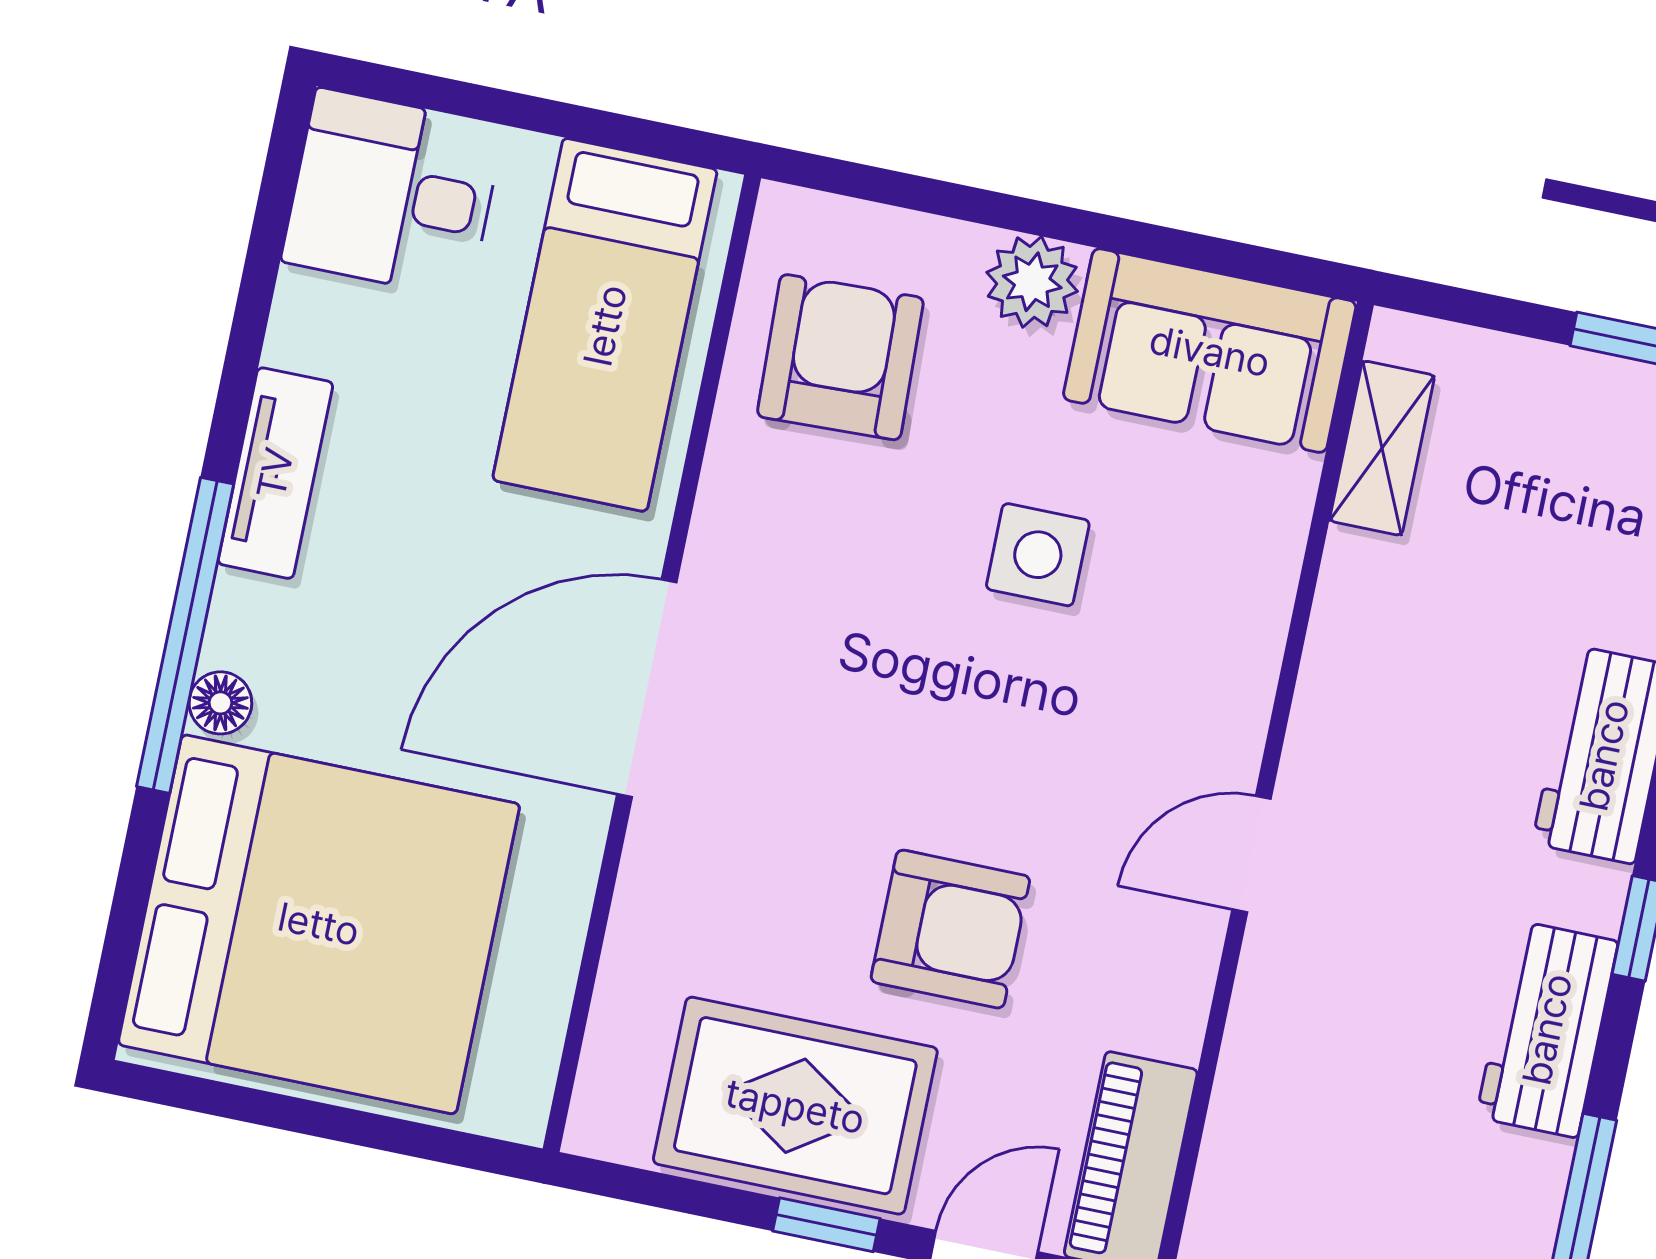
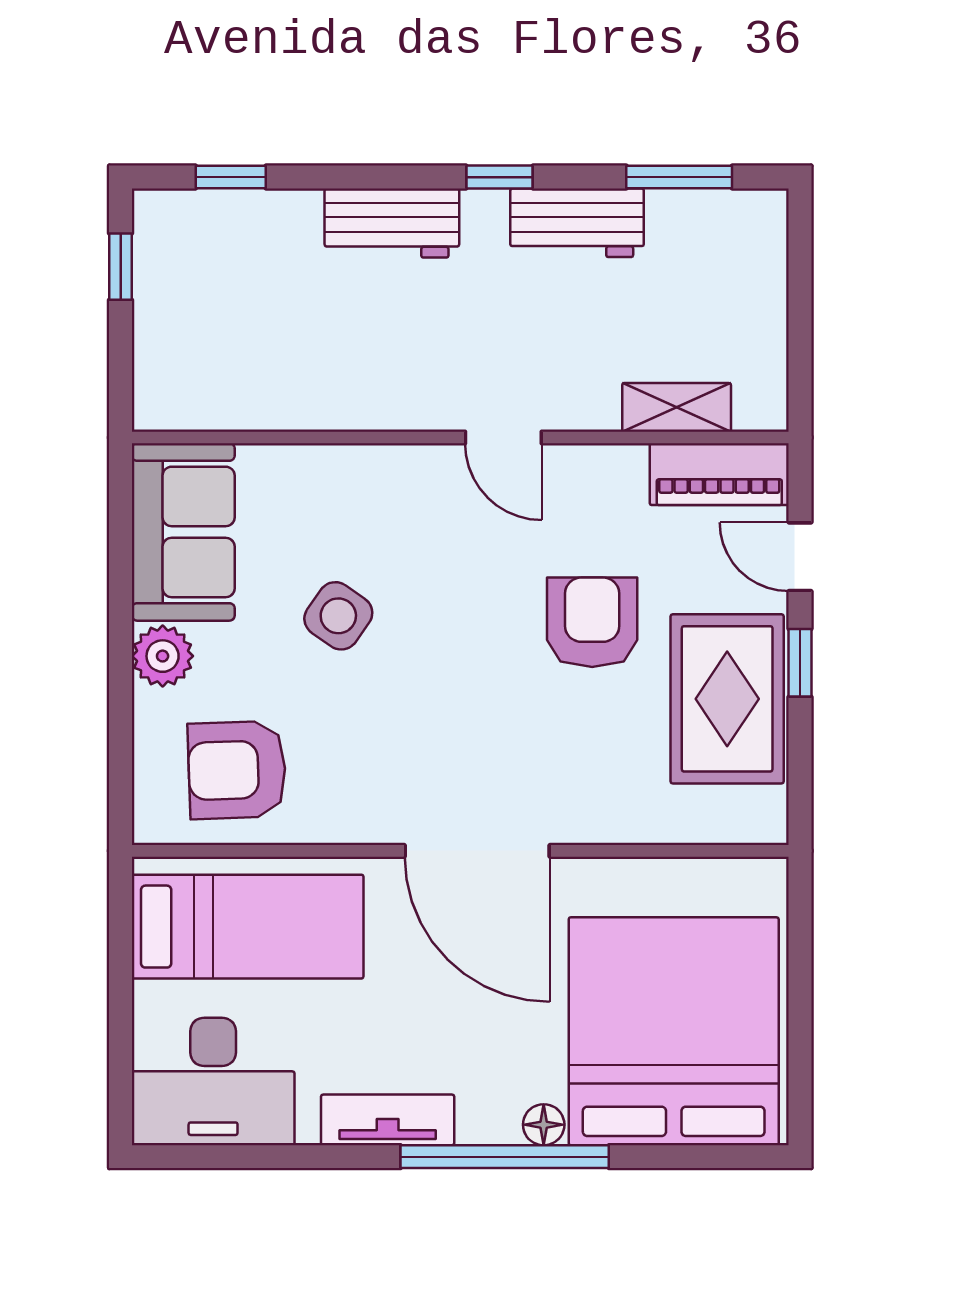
desk: (393, 194) -> (213, 1081), width x1.37
shelving: (1382, 448) -> (677, 407), moved
side table: (1038, 555) -> (338, 616), turned 35

